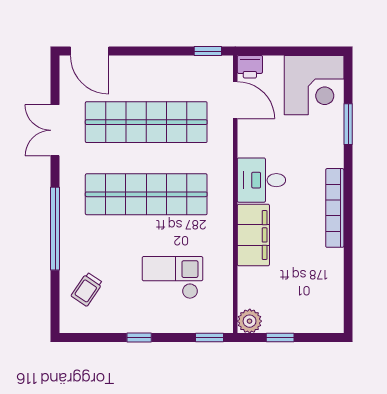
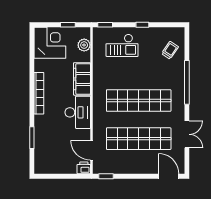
corner desk: (314, 85) -> (50, 43), moved, turned 90
desk: (261, 180) -> (78, 112), width x1.37
checkout: (172, 278) -> (122, 45), moved
plant: (250, 321) -> (84, 45), moved

